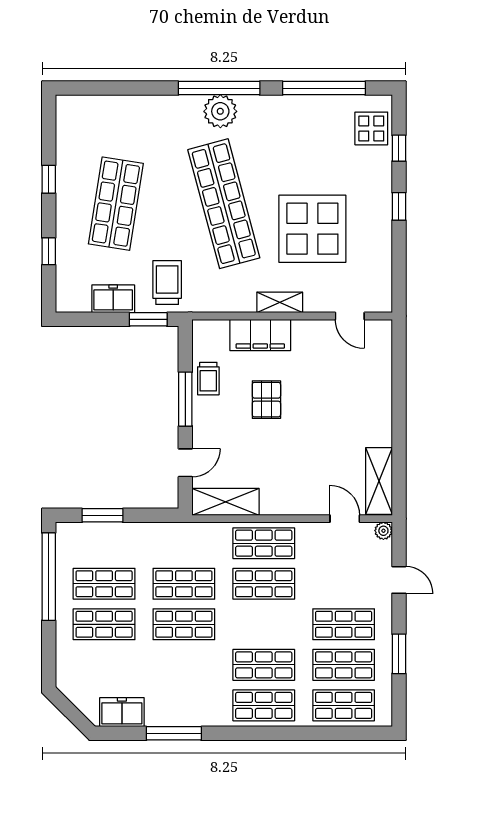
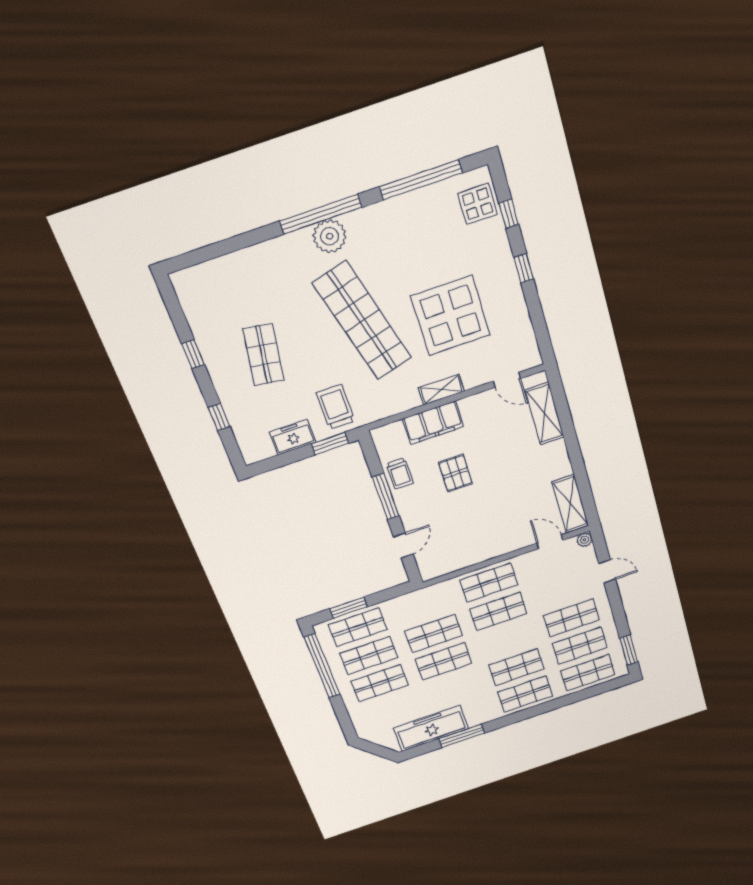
shop shelf: (116, 204) -> (263, 355), width x0.70, depth x0.74
shelving: (225, 502) -> (545, 414), moved, turned 90
shop shelf: (104, 543) -> (358, 627), added
window: (399, 654) -> (629, 650), moved
freezer: (122, 712) -> (431, 728), width x1.91, depth x1.26

